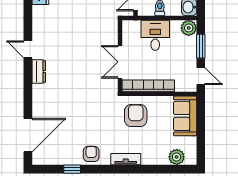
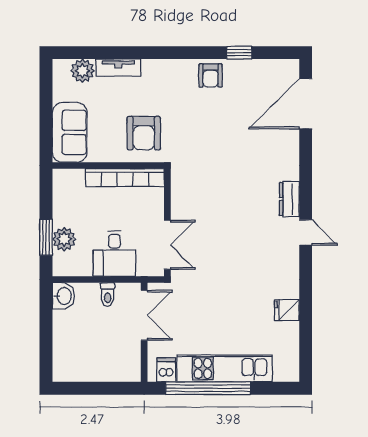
plant: (189, 28) -> (64, 239), moved
double door: (120, 62) -> (167, 245), moved
door: (201, 76) -> (46, 192), removed
tv unit: (126, 159) -> (118, 68), moved

